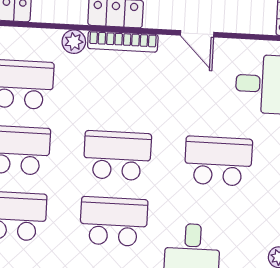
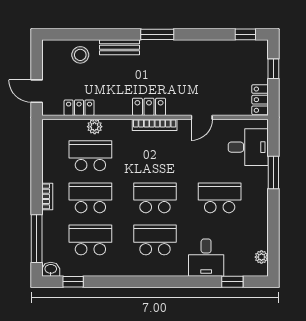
door: (197, 34) -> (202, 117), hinge flipped
plant: (74, 42) -> (95, 127), moved

